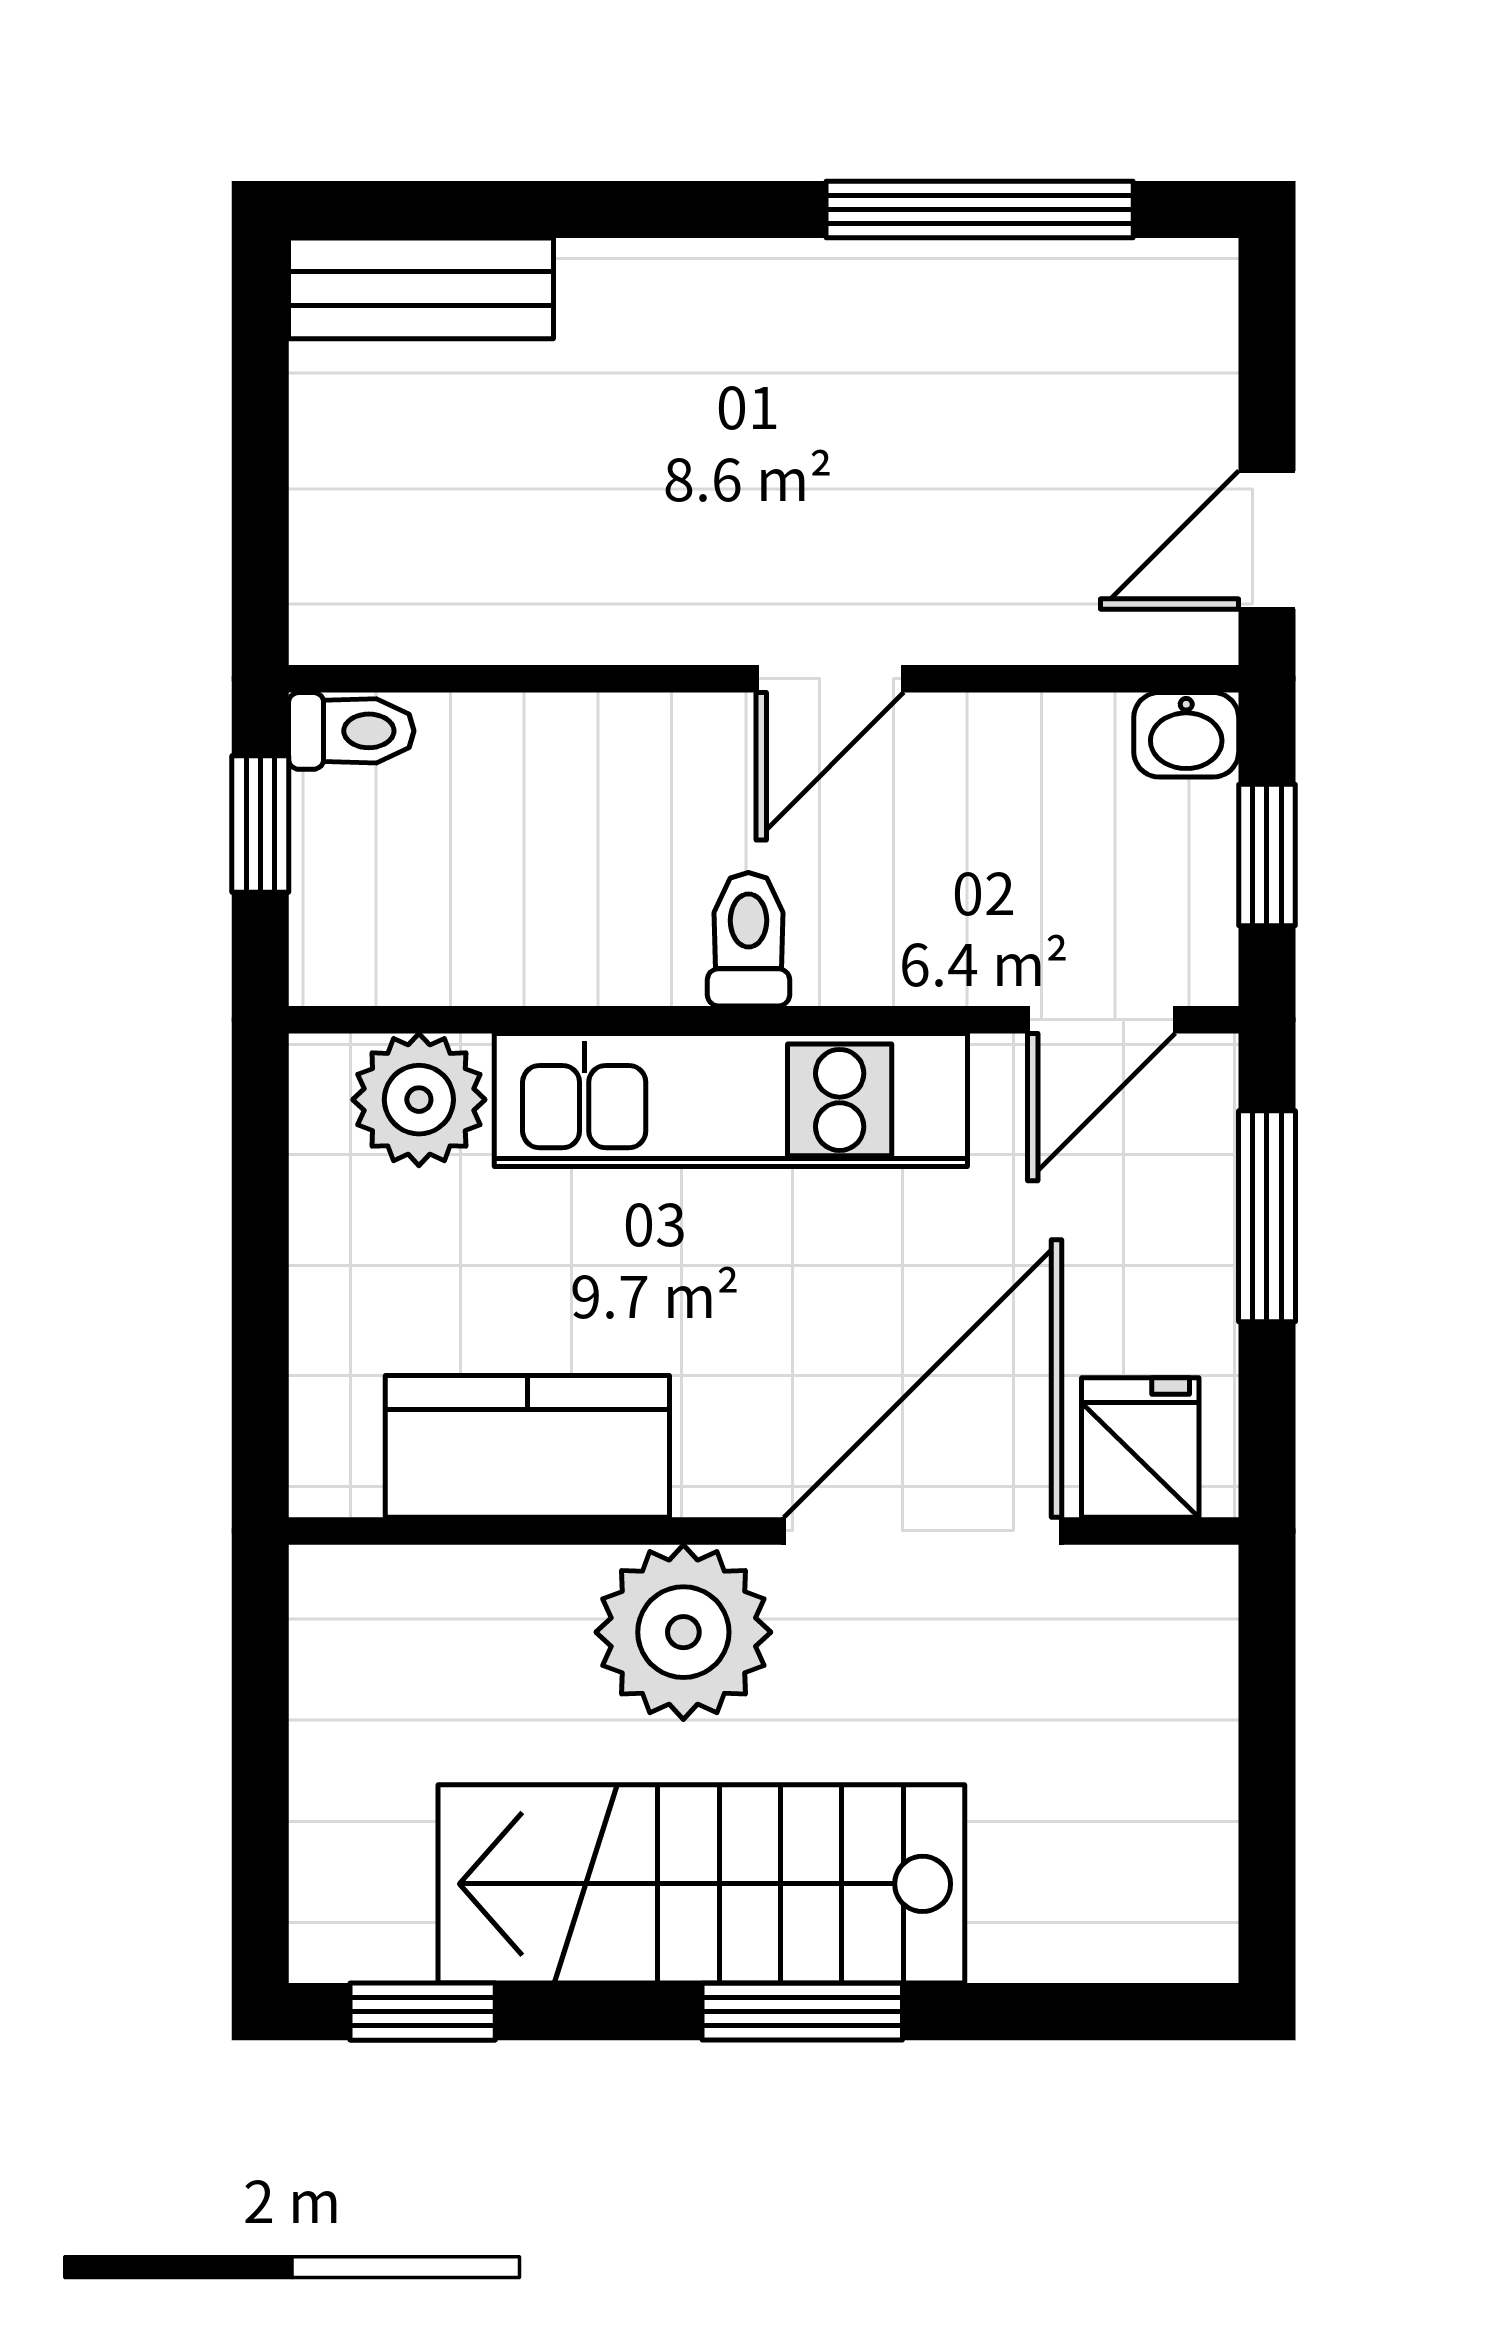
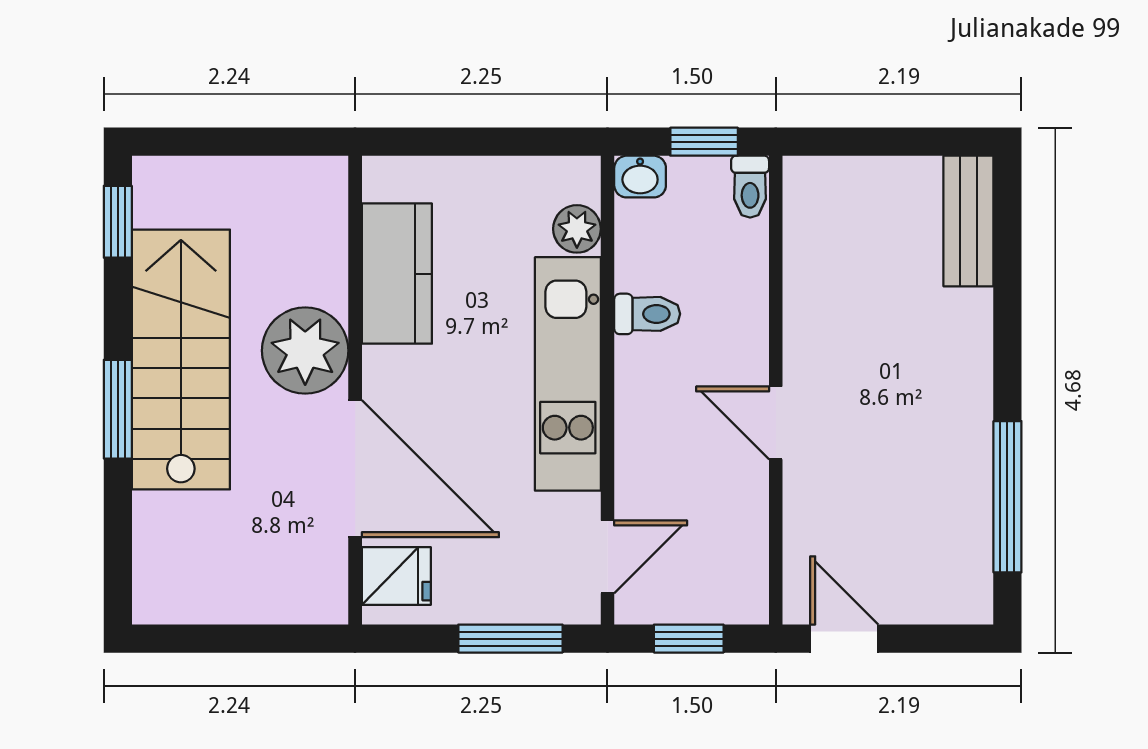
washbasin: (1186, 735) -> (640, 177), moved, turned -90
toilet: (748, 939) -> (647, 314), moved
door: (1101, 1020) -> (607, 557), swing flipped
plant: (419, 1100) -> (577, 229), width x0.73, depth x0.73

